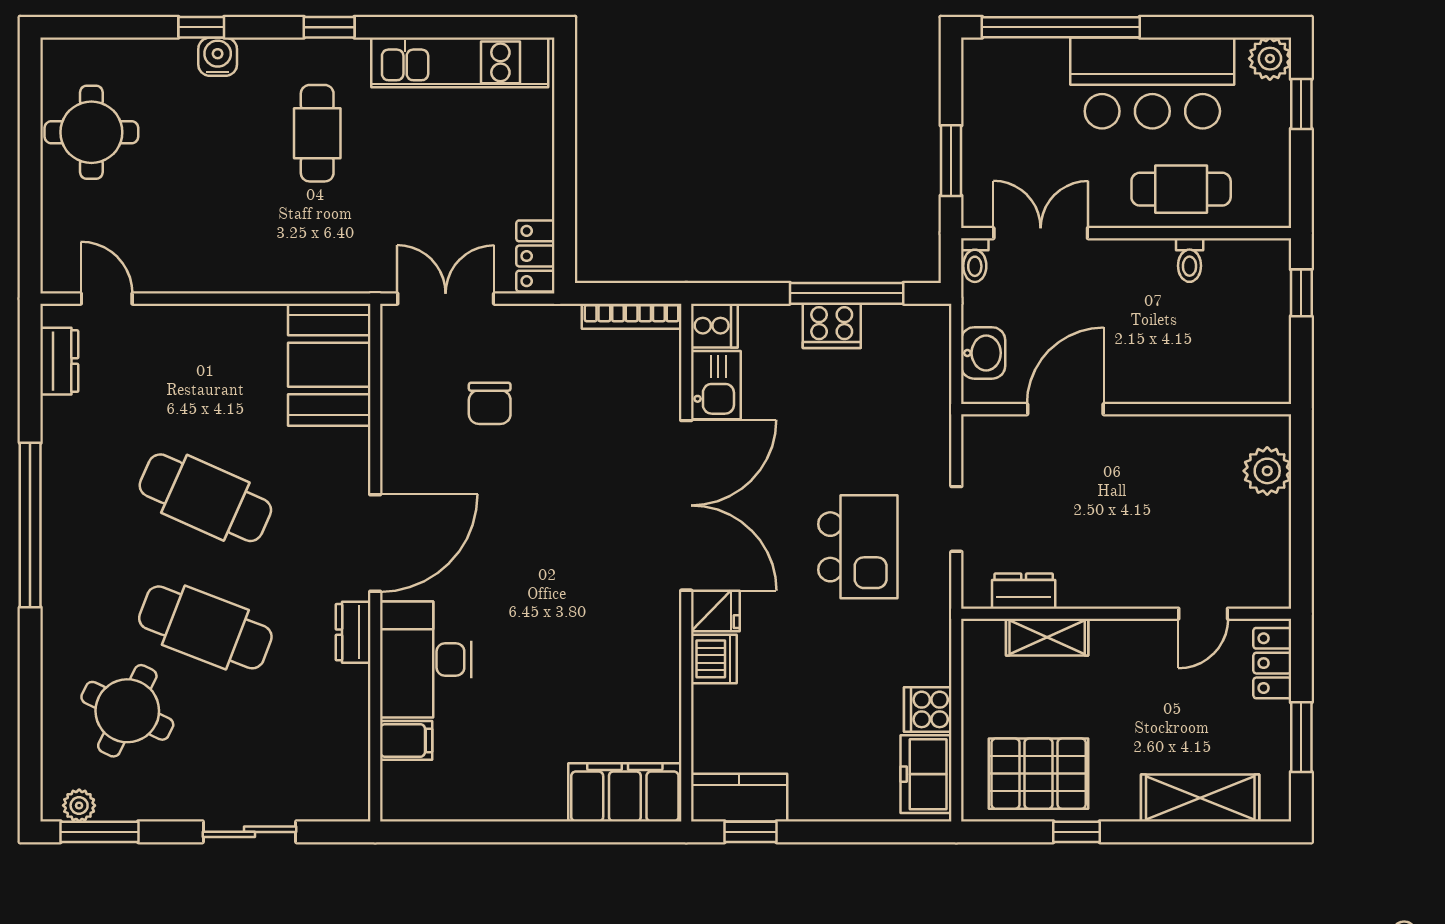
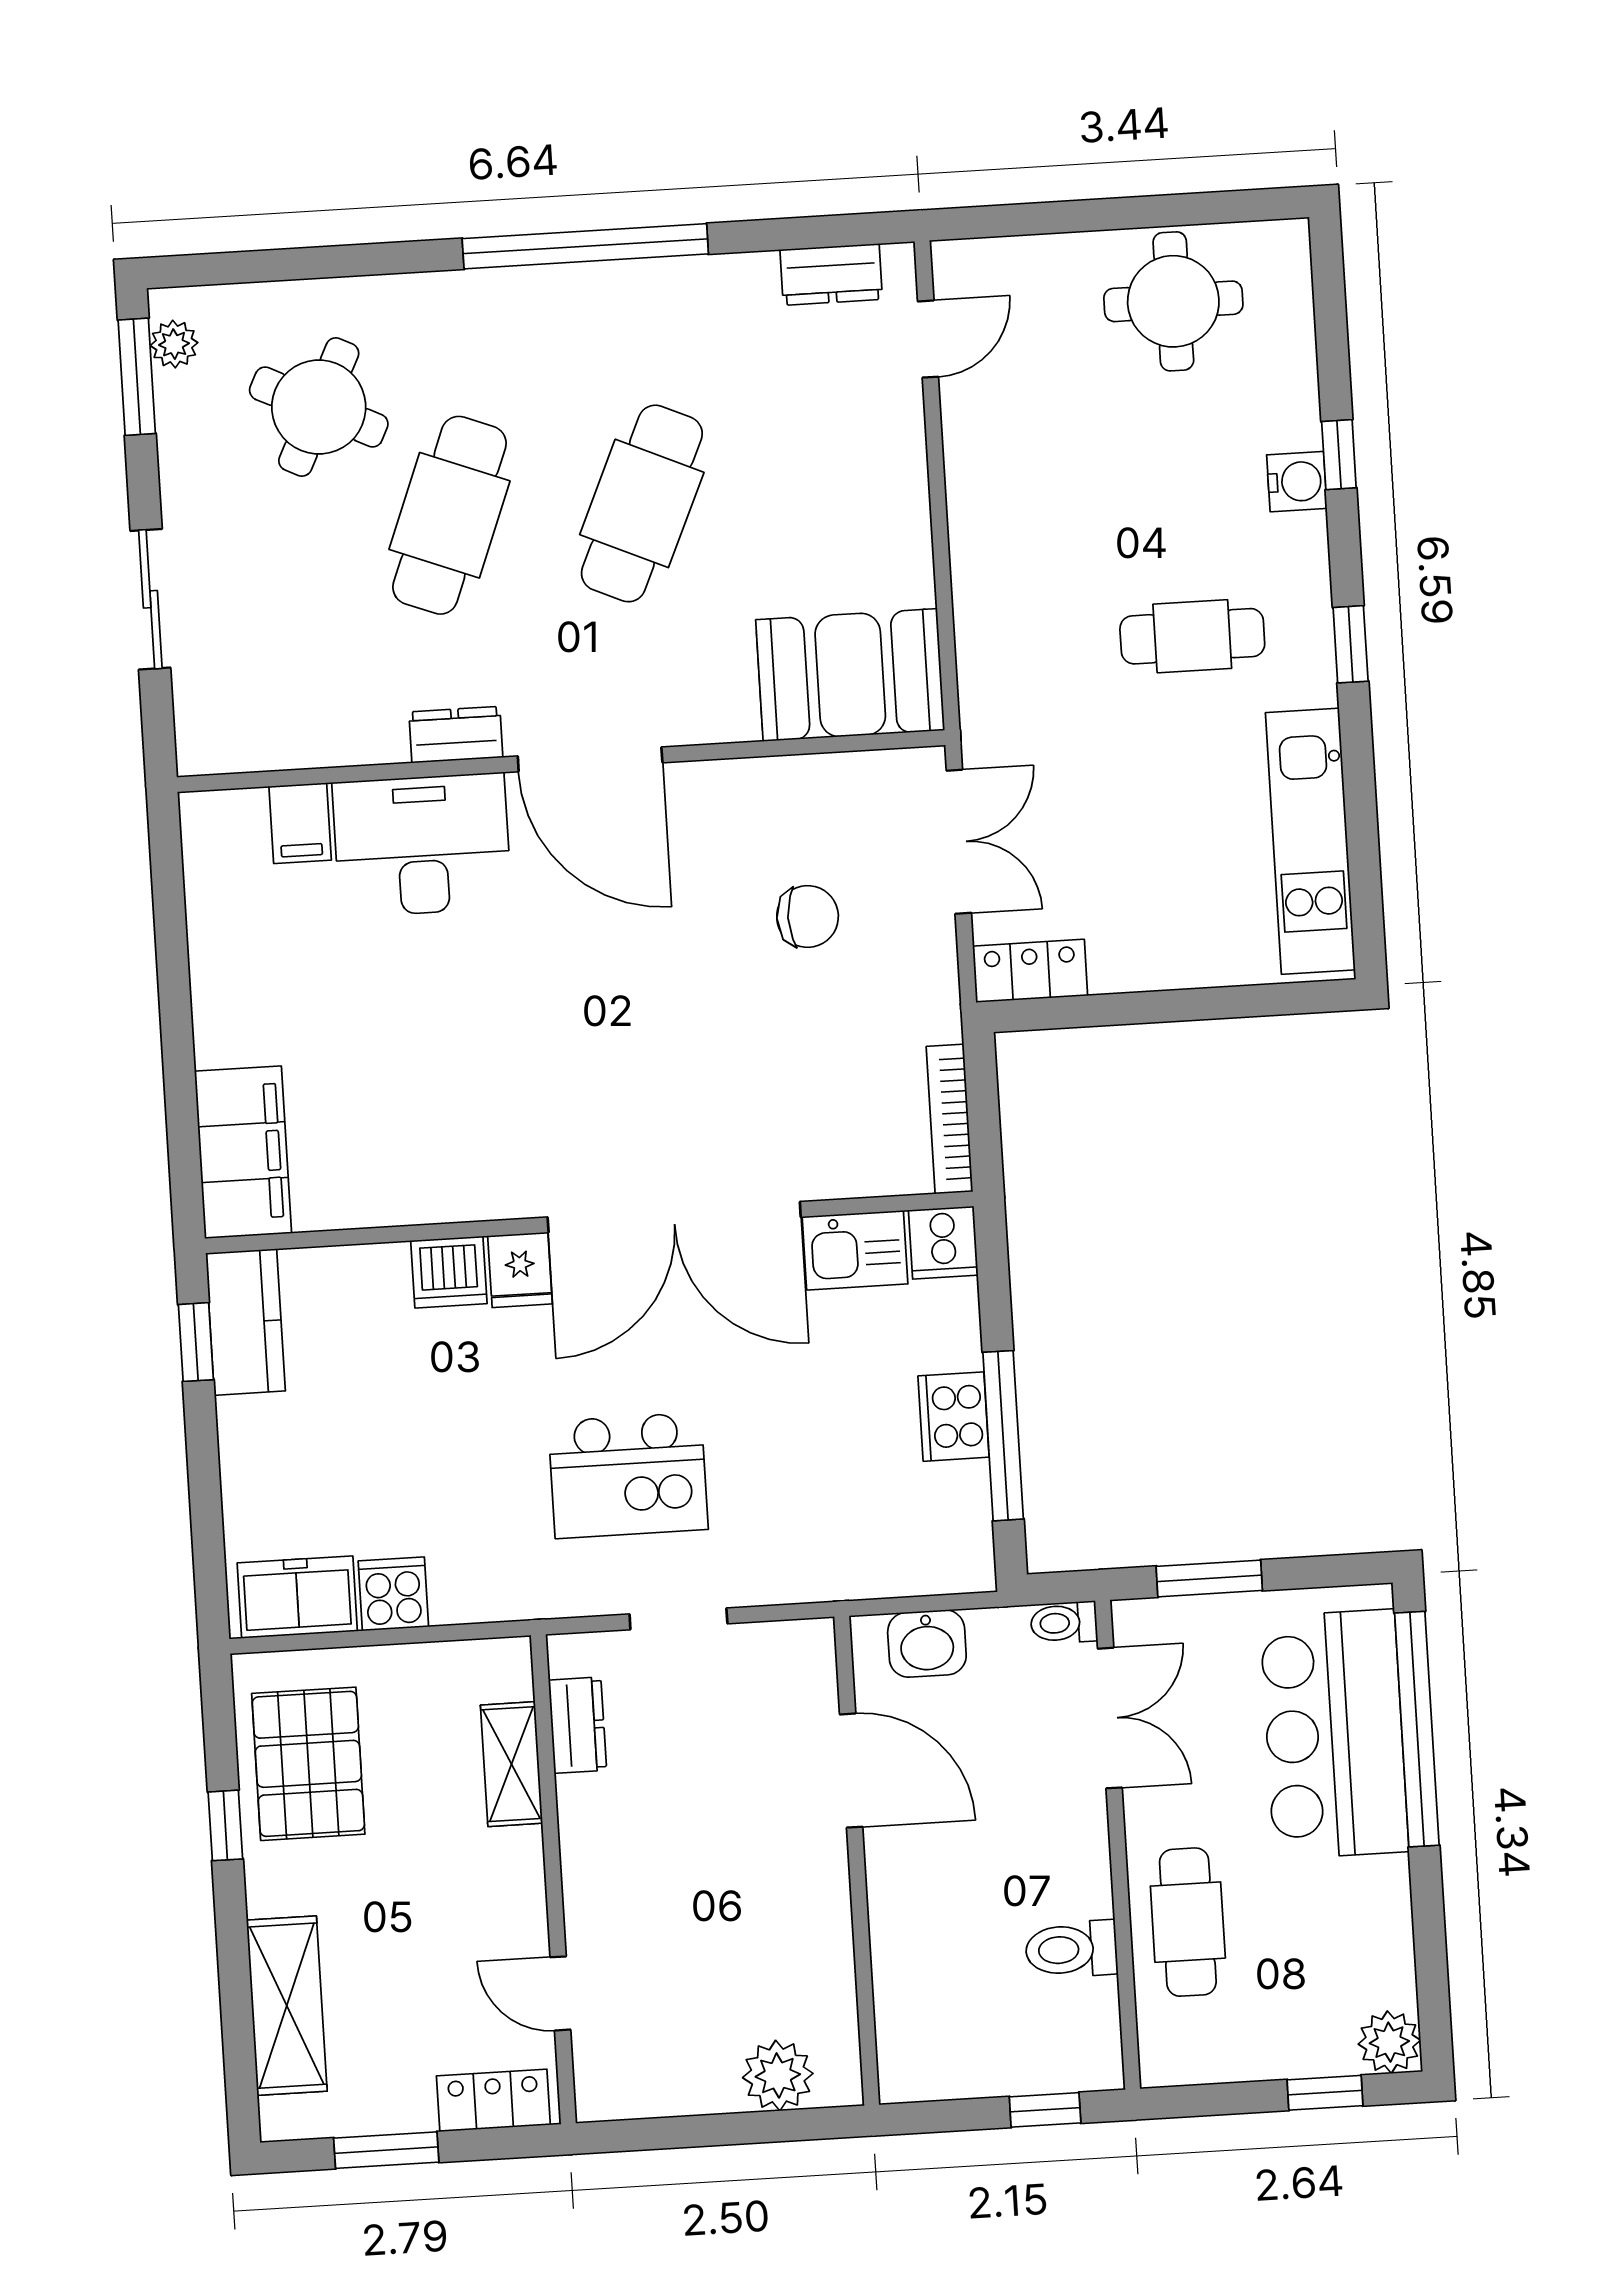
bar counter: (1152, 83) -> (1334, 1734), moved
toilet: (1190, 260) -> (1071, 1949), width x1.37, depth x1.39
chair: (490, 403) -> (808, 916), turned 180

